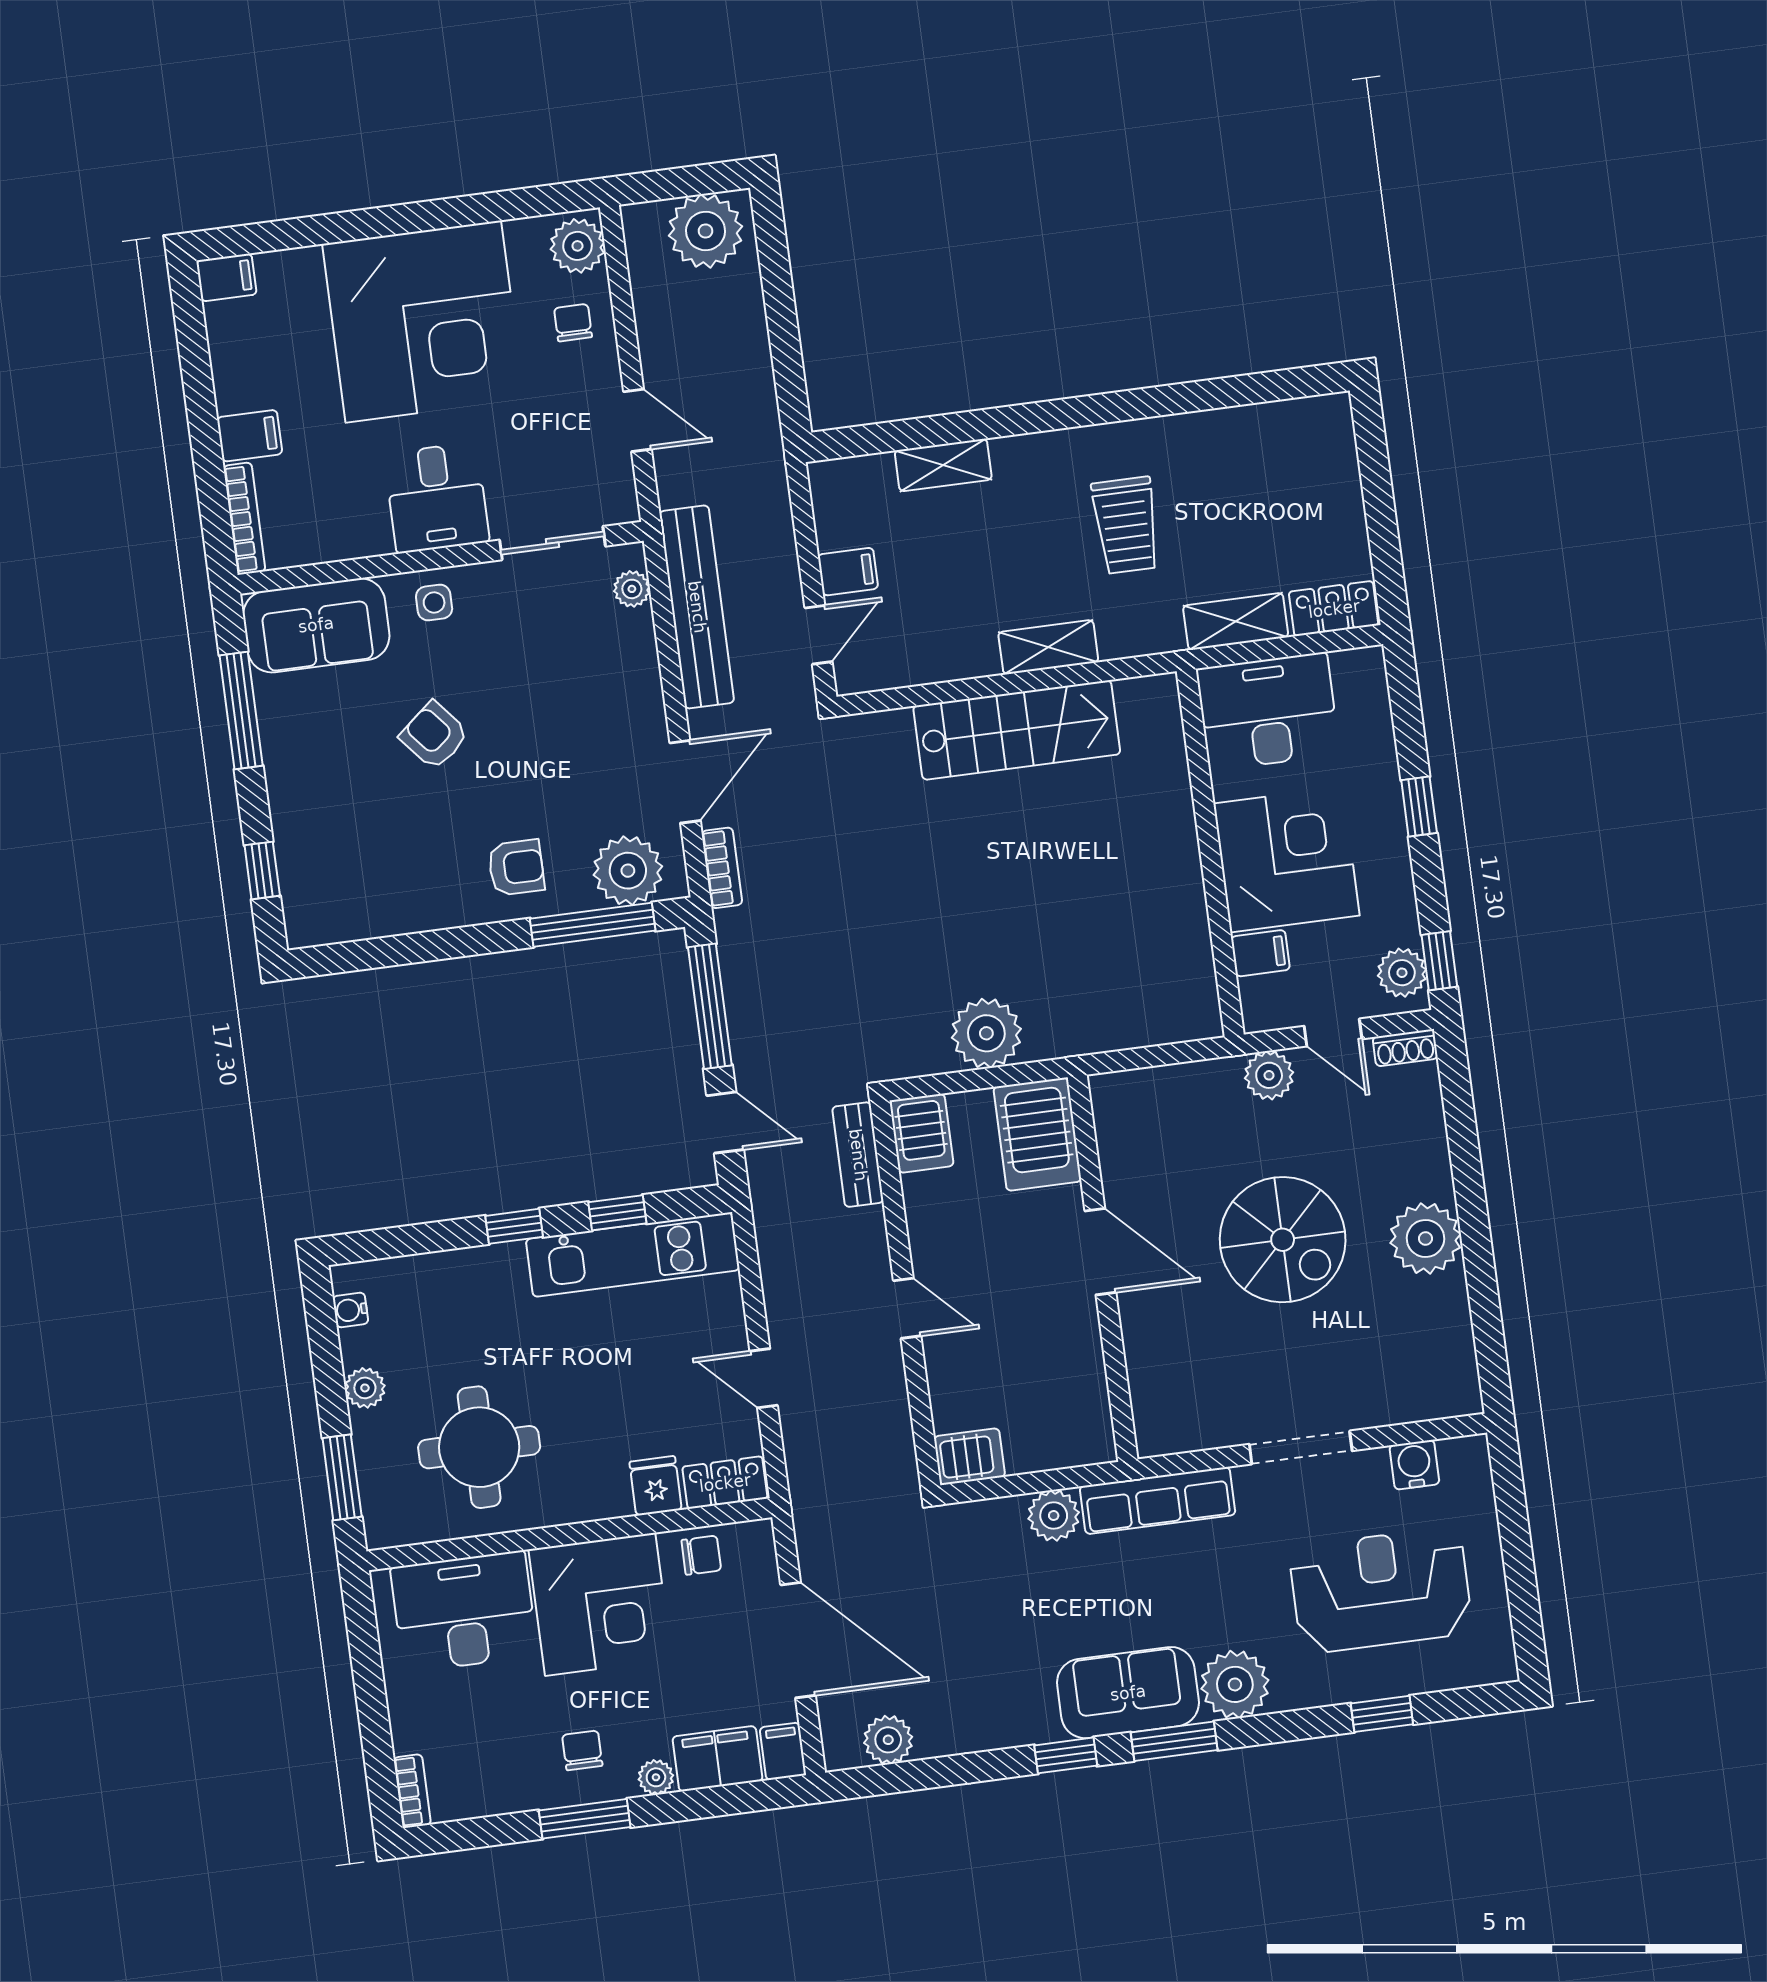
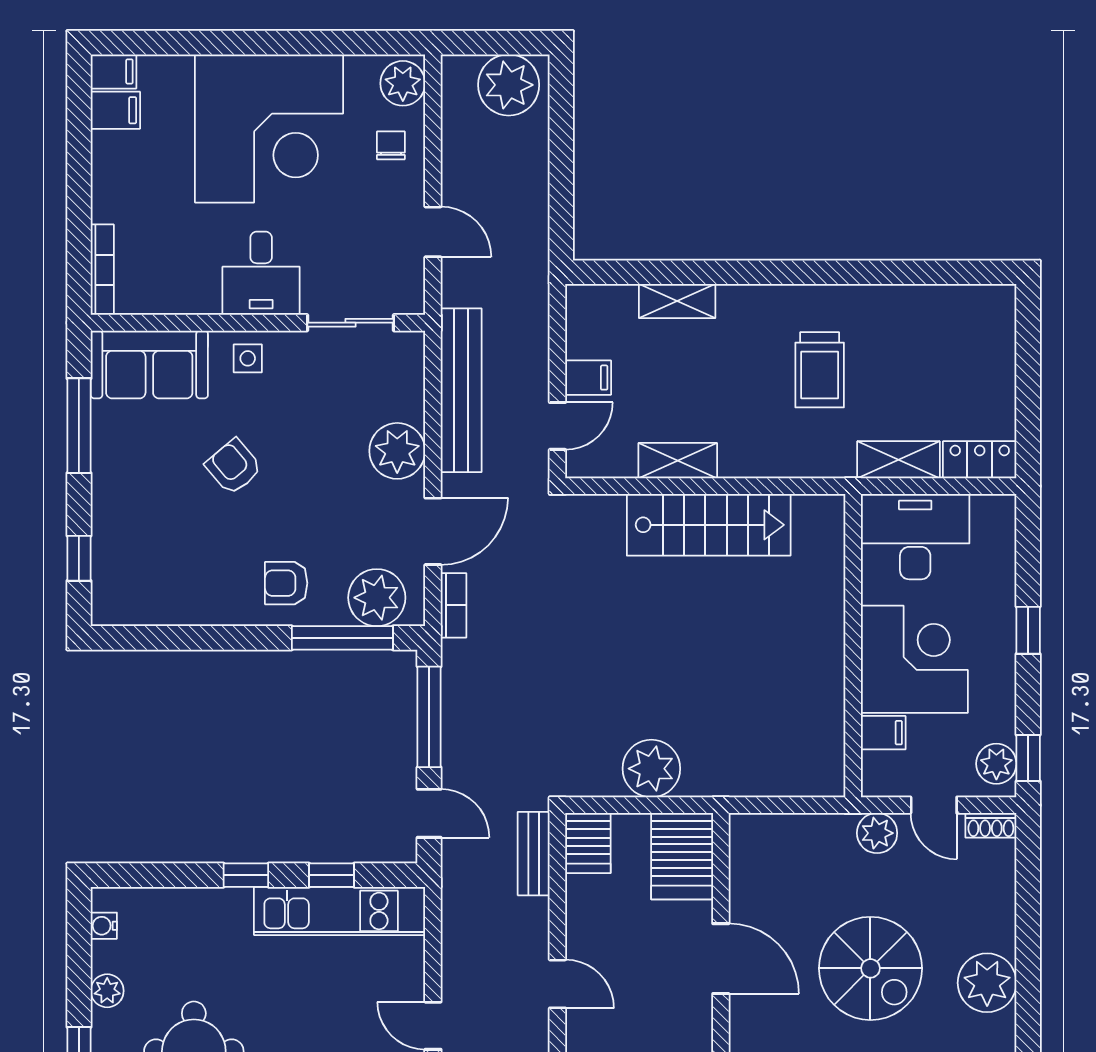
filing cabinet: (250, 436) -> (115, 110), moved
plant: (632, 589) -> (397, 451), moved, width x1.87, depth x1.87
shelving: (1048, 647) -> (678, 461), moved
armchair: (516, 868) -> (286, 583), turned 180

